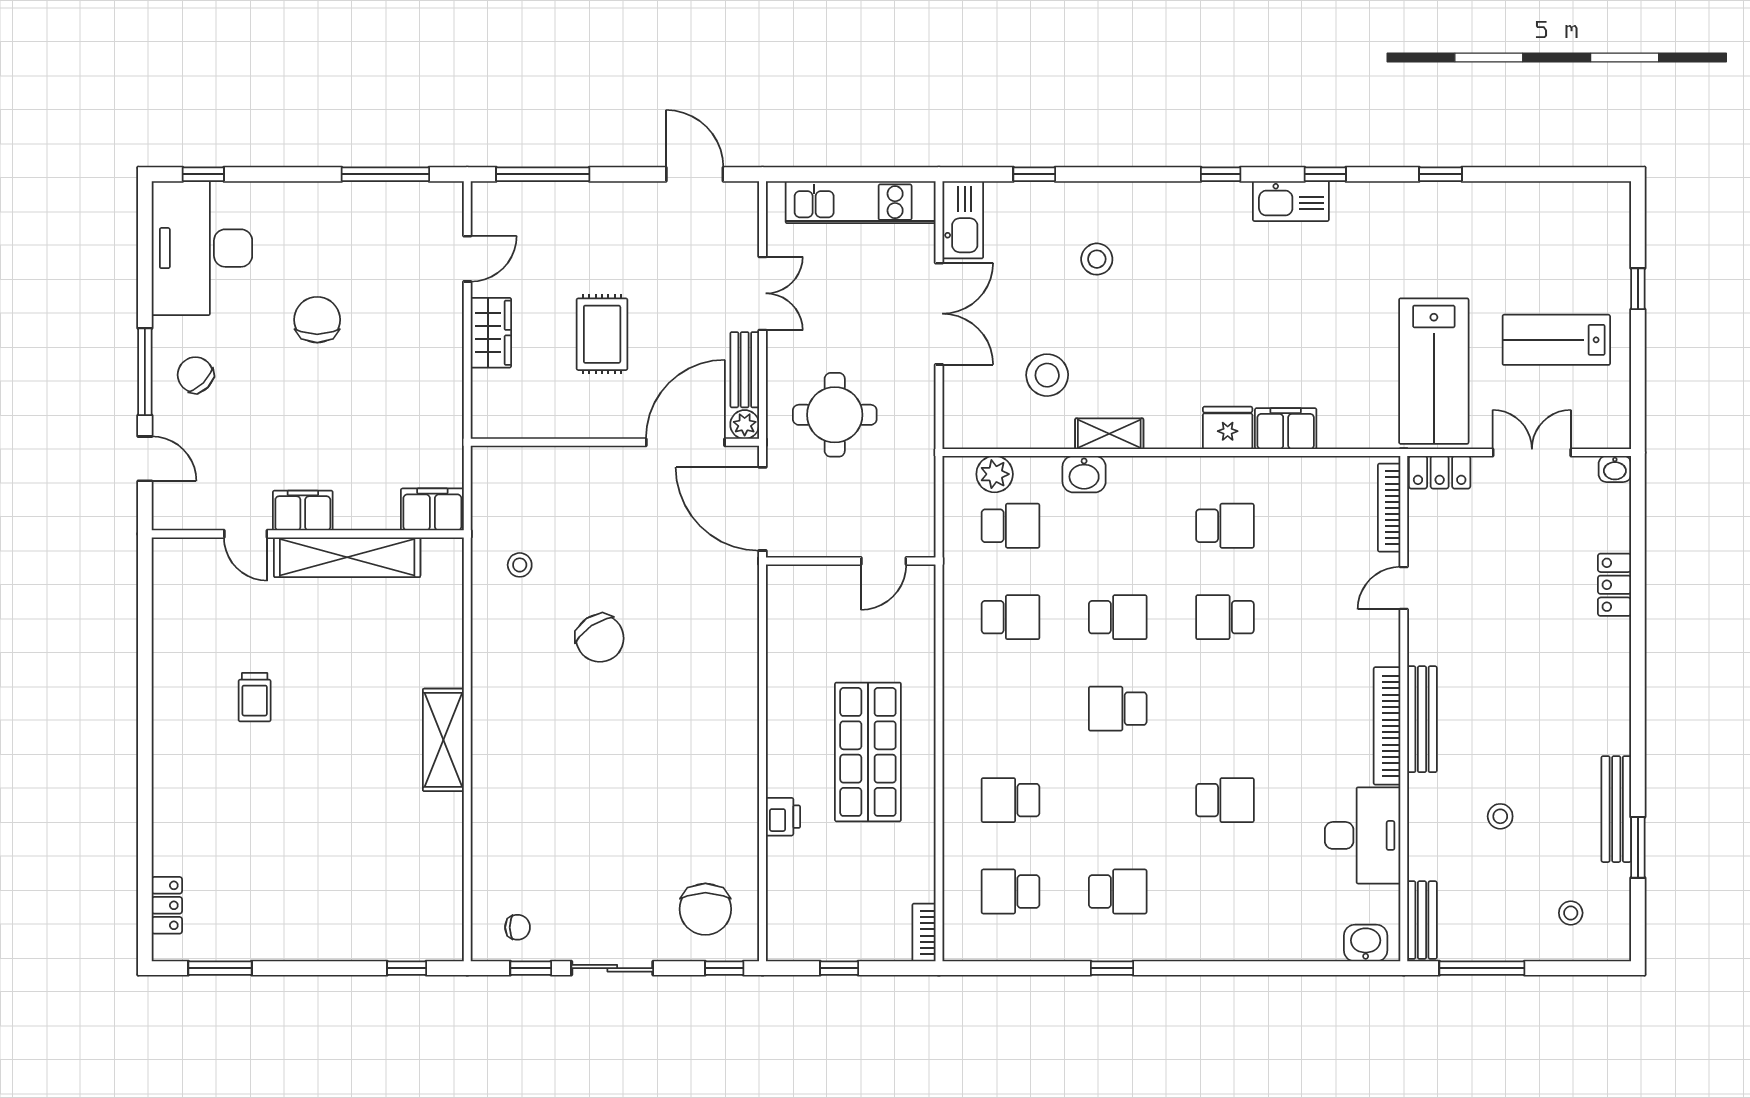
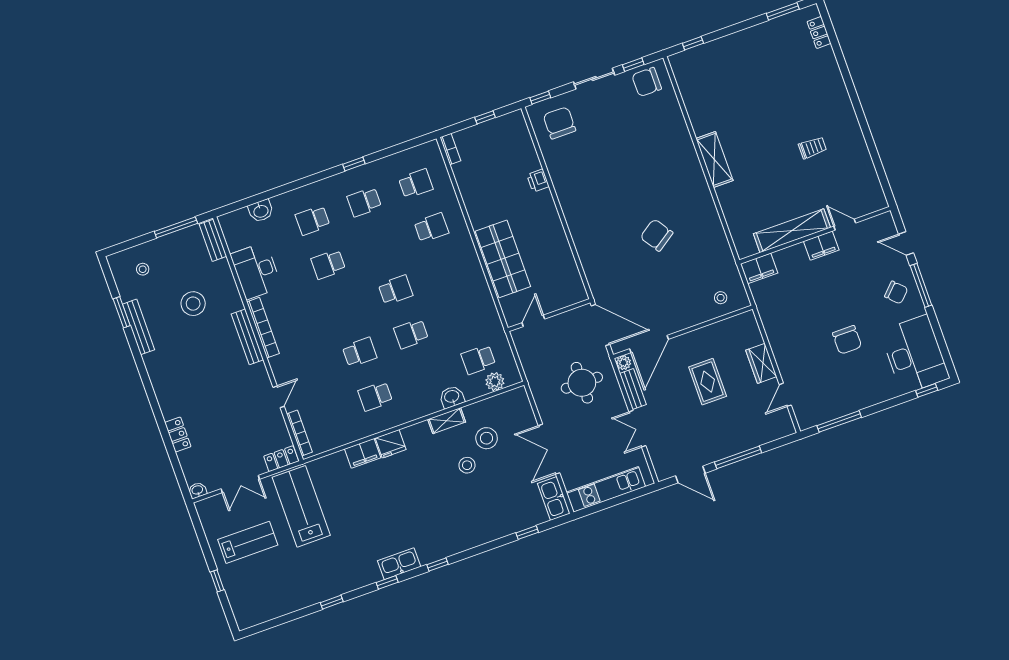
window: (543, 174) -> (738, 457), moved
stool: (1097, 259) -> (467, 465), moved
stool: (520, 565) -> (721, 298), moved
school desk: (1011, 617) -> (313, 220), moved
trolley: (255, 697) -> (812, 148), turned 90
shop shelf: (868, 752) -> (503, 259), moved
stool: (1500, 816) -> (193, 304), width x1.89, depth x1.89
chair: (517, 927) -> (647, 82), width x1.87, depth x1.87
washbasin: (1366, 943) -> (261, 211), moved

